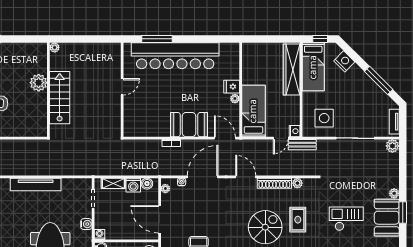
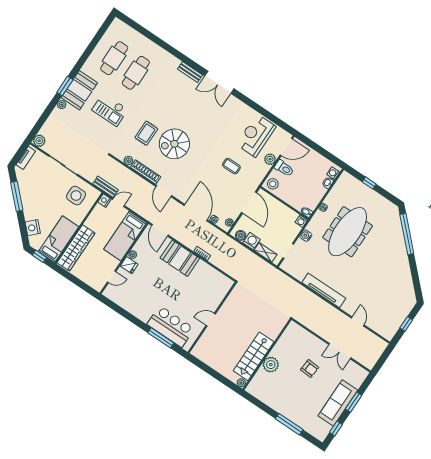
bar counter: (175, 56) -> (171, 326), width x0.54
door: (241, 65) -> (112, 277), added
stairs: (60, 98) -> (254, 356), moved
door: (203, 177) -> (196, 213), swing flipped

